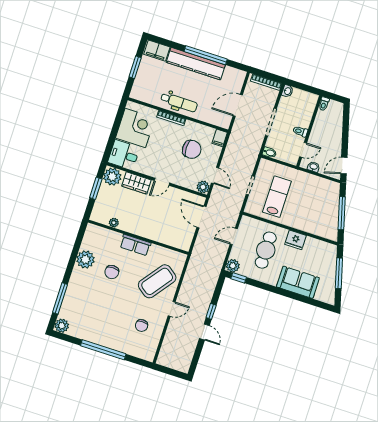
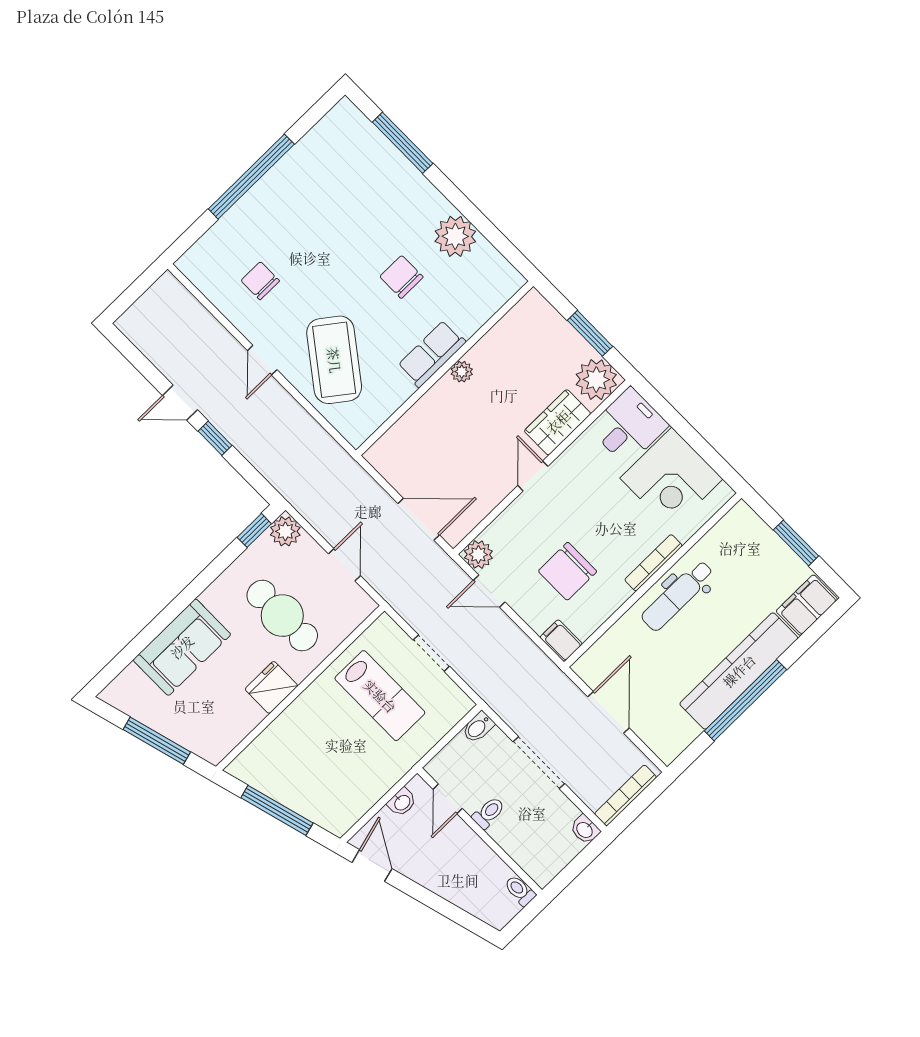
plant: (114, 223) -> (462, 372), moved
plant: (62, 326) -> (345, 117), removed

